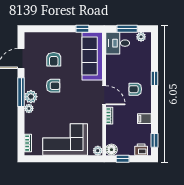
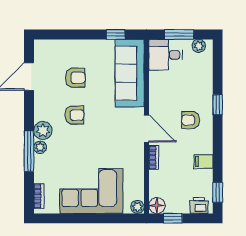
armchair: (54, 59) -> (75, 78), turned -90
window: (21, 92) -> (29, 151), moved

